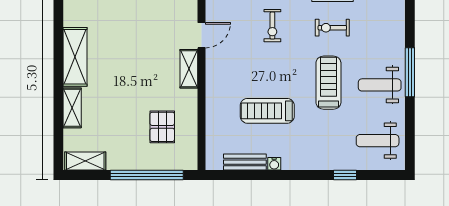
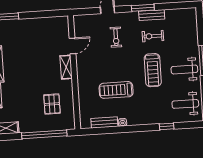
treadmill: (328, 83) -> (153, 70), turned 180

